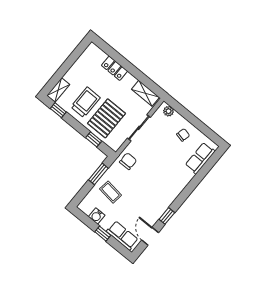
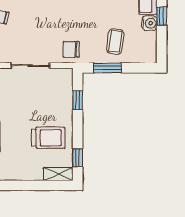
trolley: (85, 102) -> (48, 138), turned 180
pallet: (106, 118) -> (47, 105), removed
water cooler: (97, 216) -> (149, 23), moved

